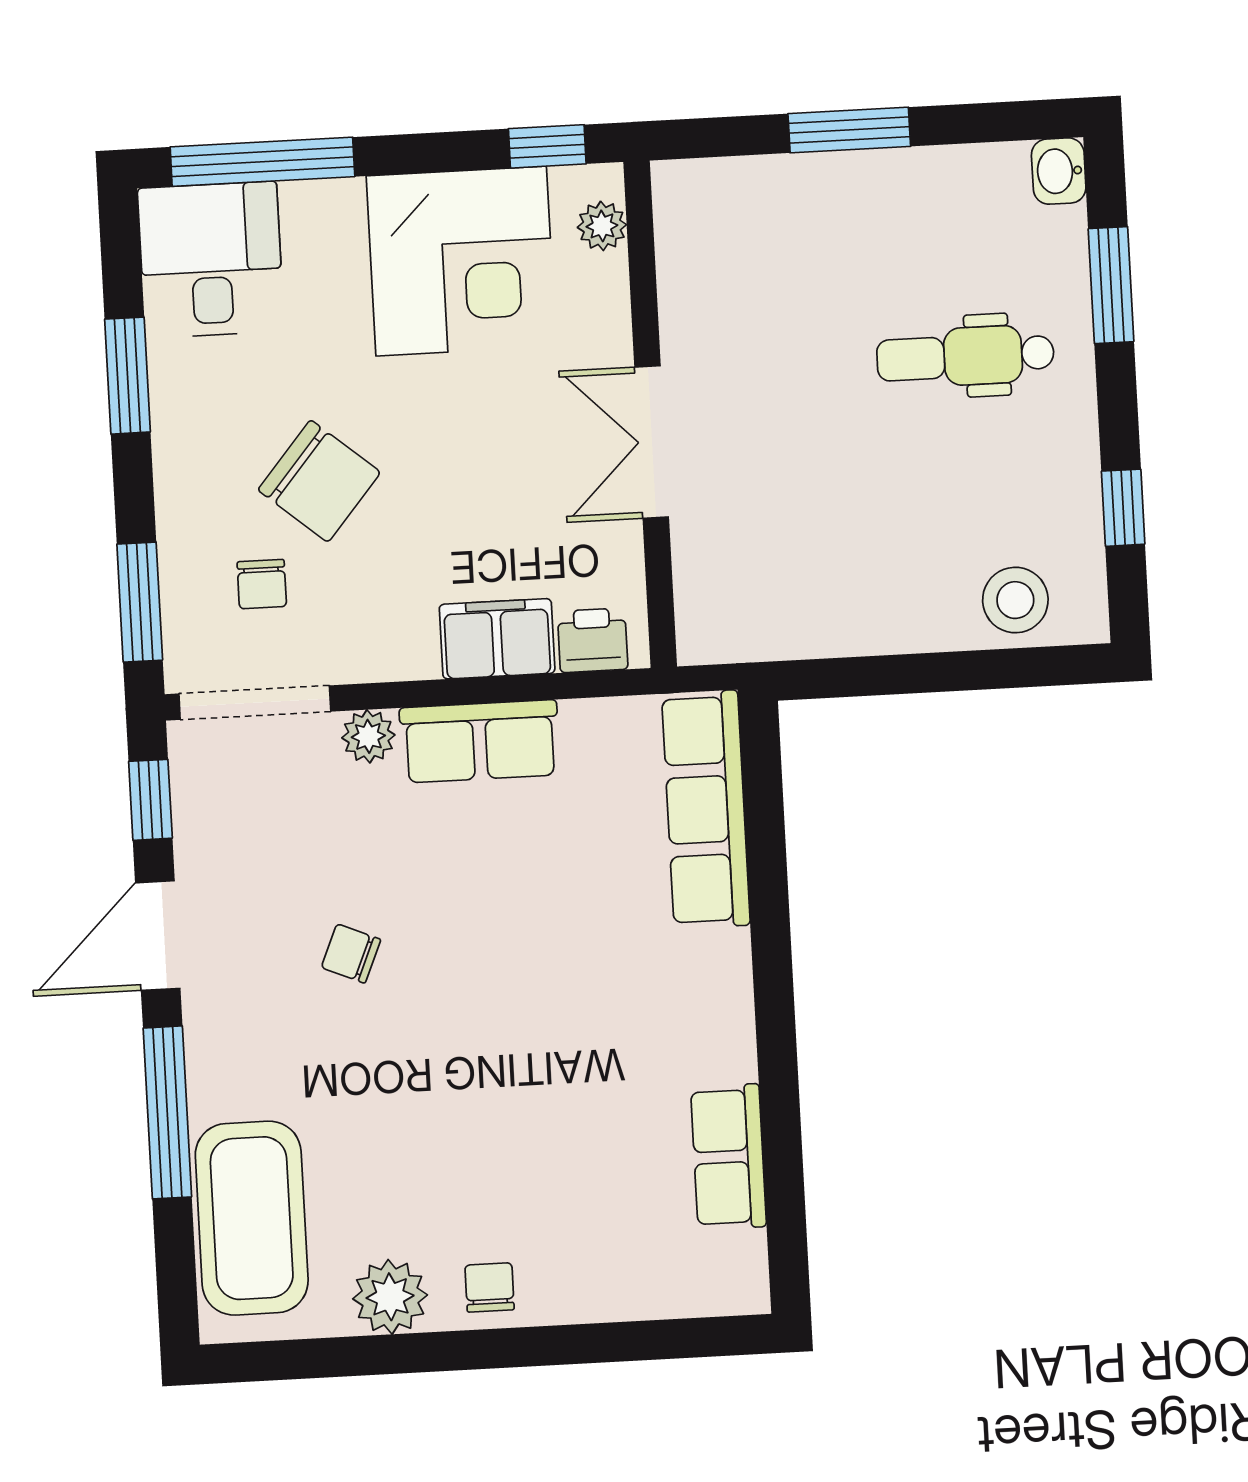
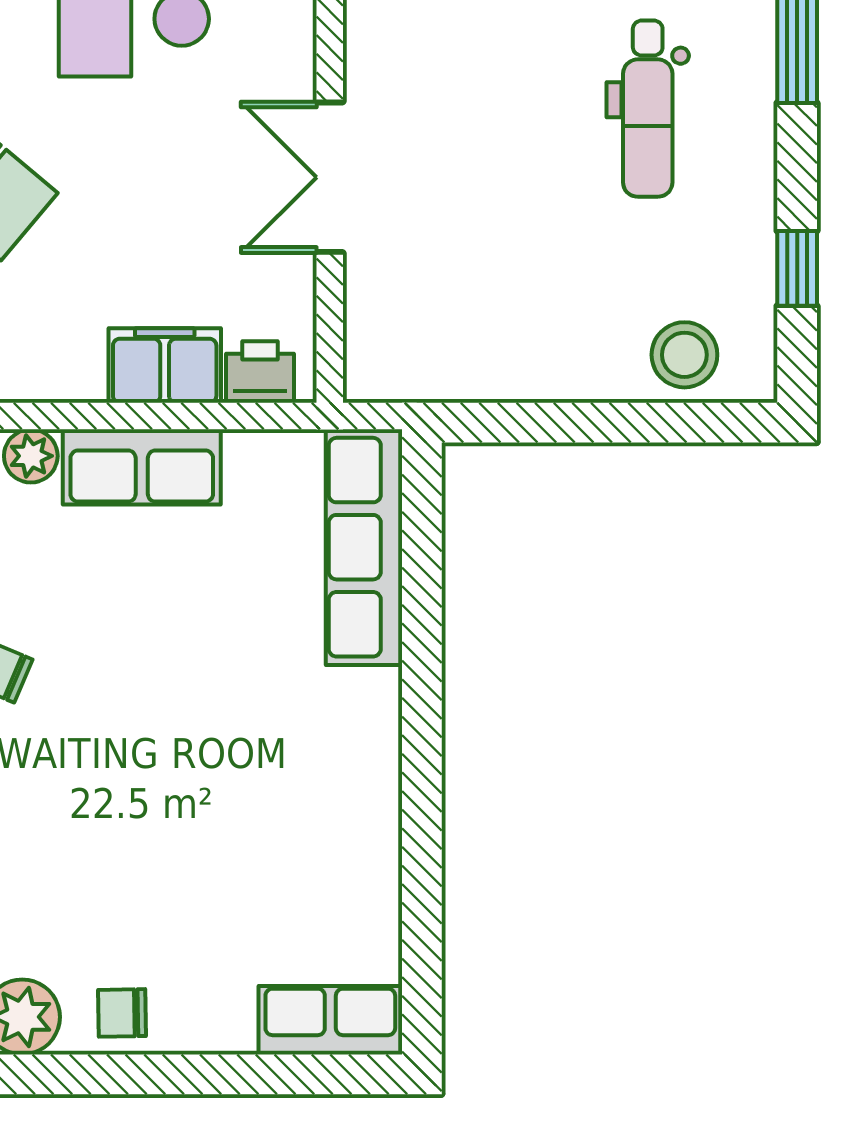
dental chair: (965, 356) -> (648, 109), turned -90
row of seats: (728, 1157) -> (330, 1020), moved, turned 90
chair: (490, 1287) -> (122, 1013), turned -91

